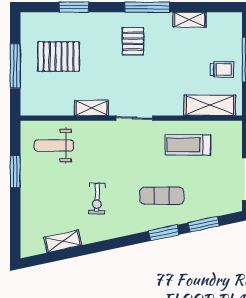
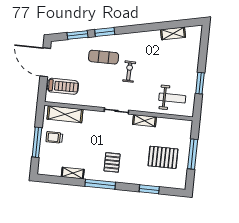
treadmill: (188, 145) -> (63, 86), moved
exercise bike: (97, 199) -> (129, 72), moved

